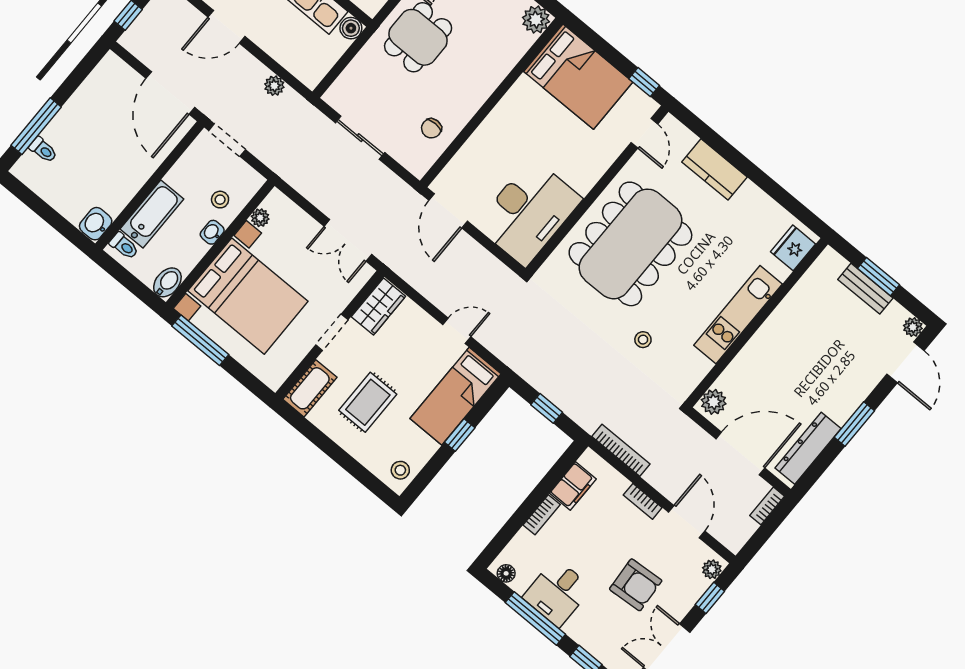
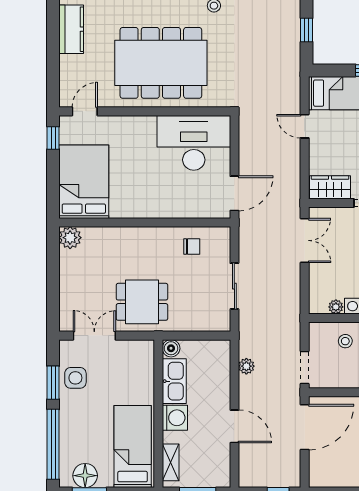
kitchen counter: (714, 169) -> (71, 29), moved

